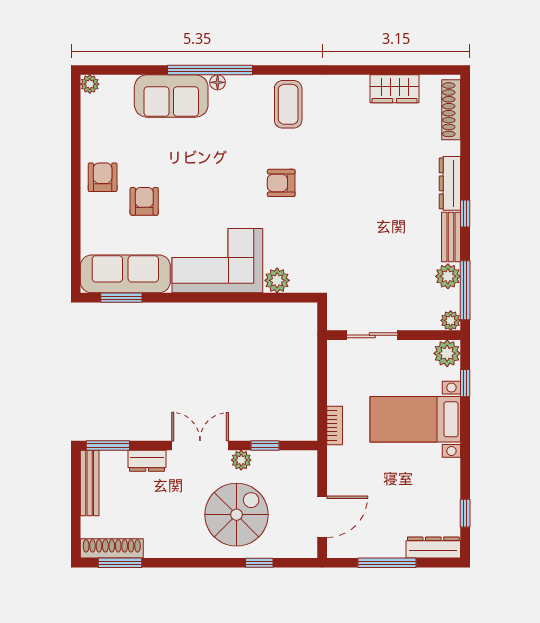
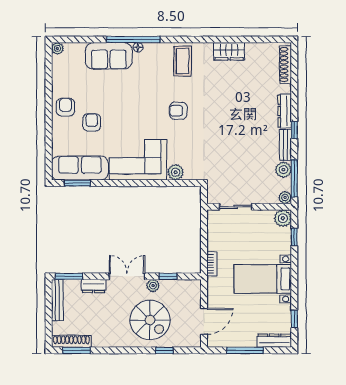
wardrobe: (395, 89) -> (229, 51), moved
bed with nightstands: (415, 419) -> (263, 279), moved
spiral stairs: (237, 515) -> (150, 320), turned 90

